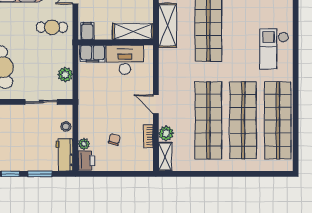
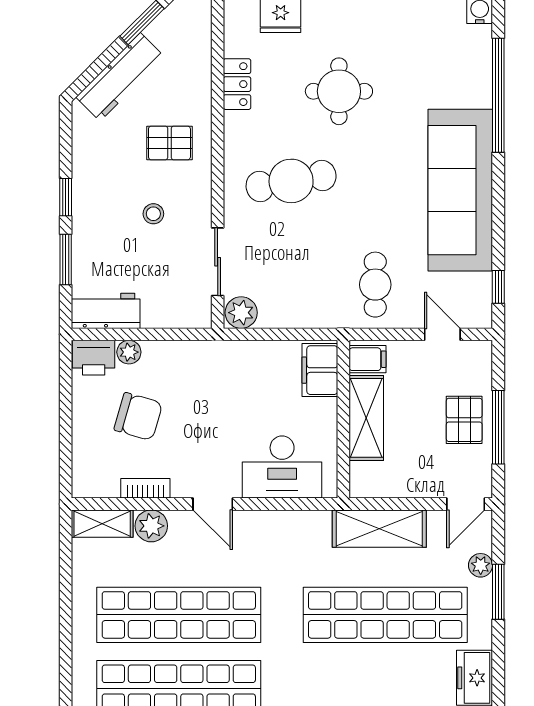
shelving: (133, 32) -> (366, 418), moved
desk: (125, 60) -> (282, 467), moved, turned 90
plant: (65, 75) -> (241, 313), moved
door: (156, 104) -> (213, 504), swing flipped
stool: (66, 126) -> (153, 214), moved
chair: (114, 139) -> (138, 416), width x1.87, depth x1.87

